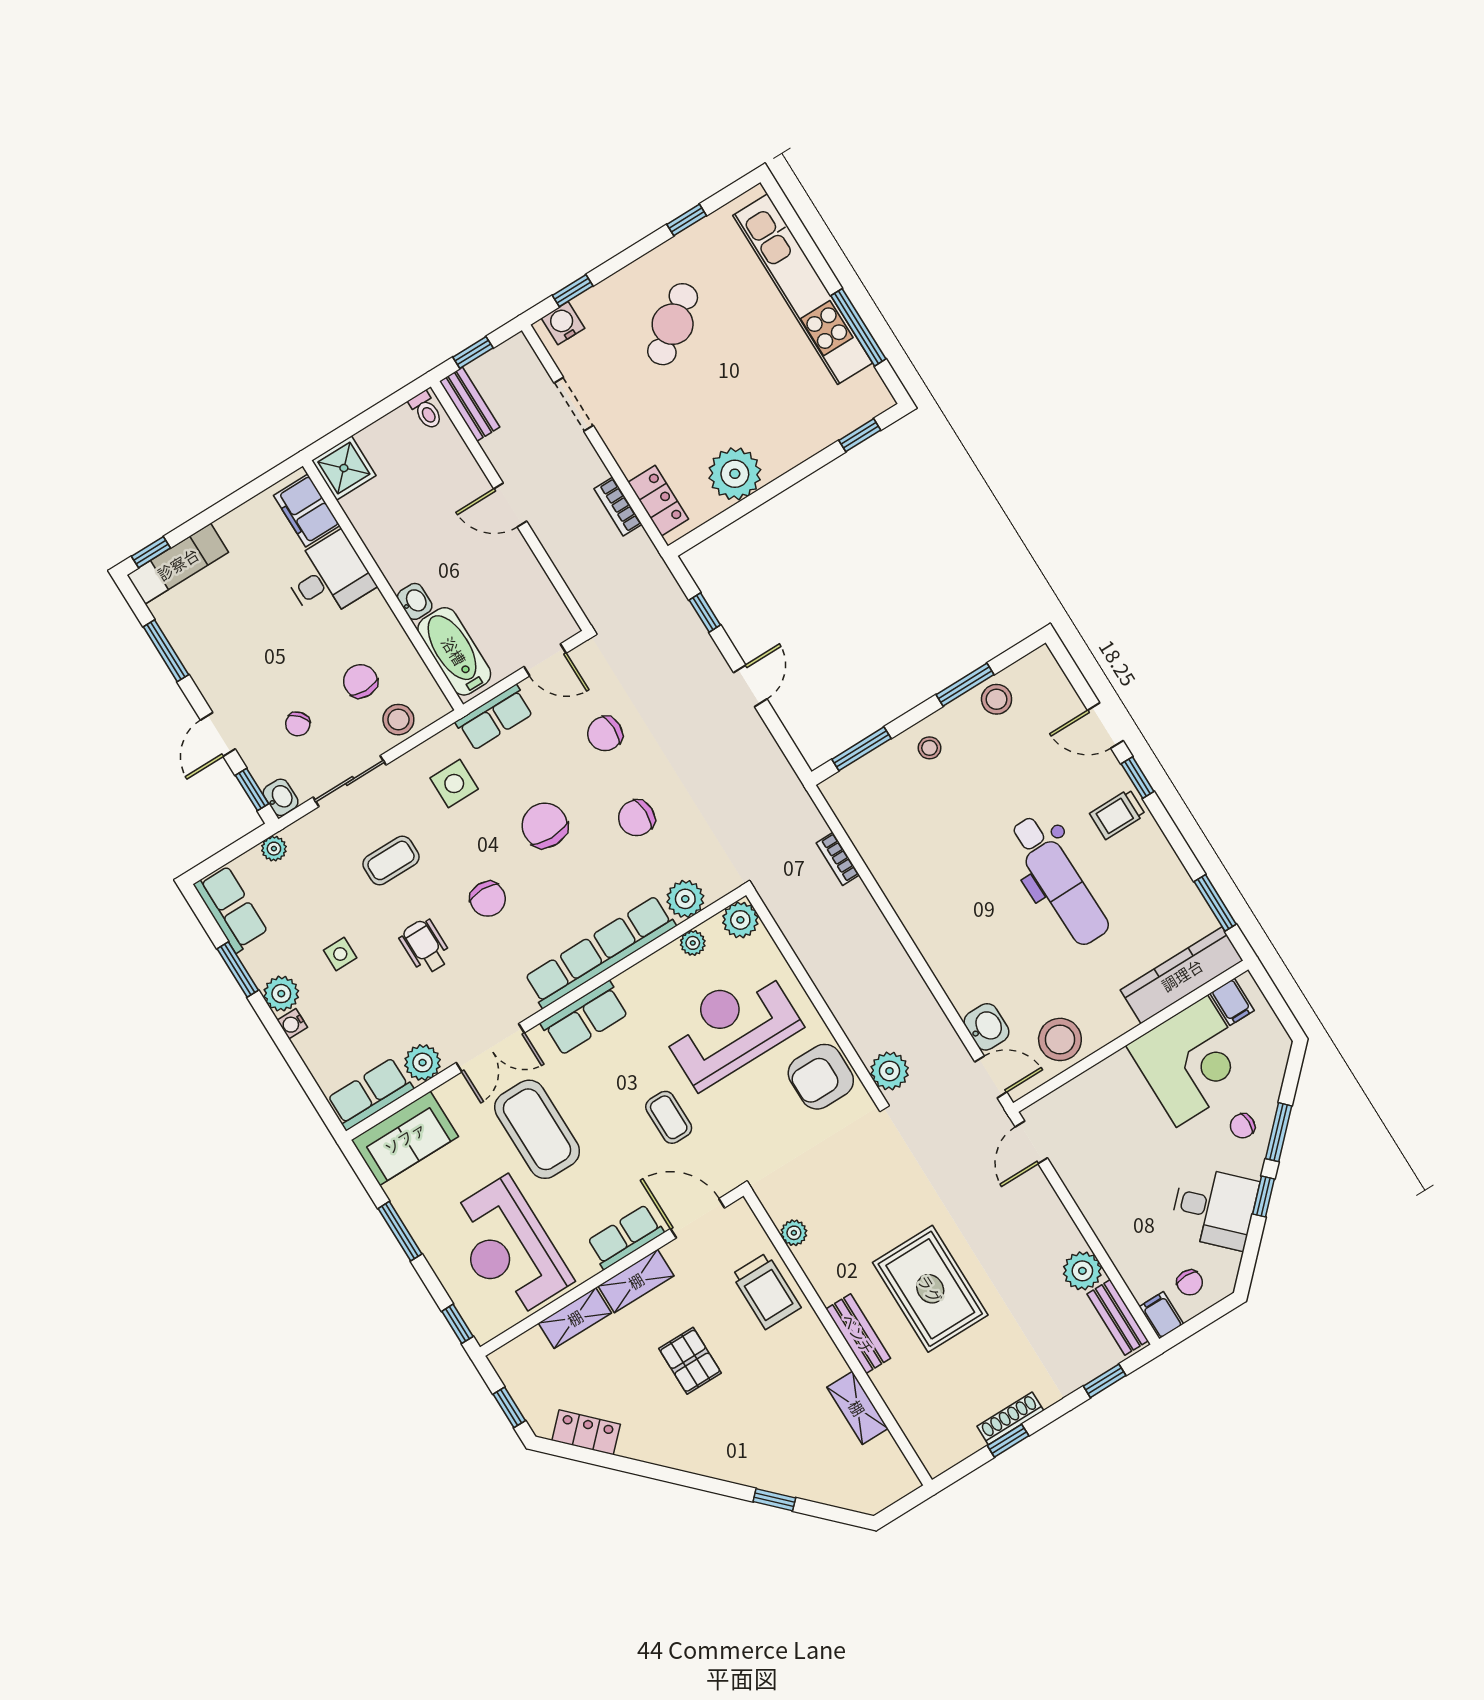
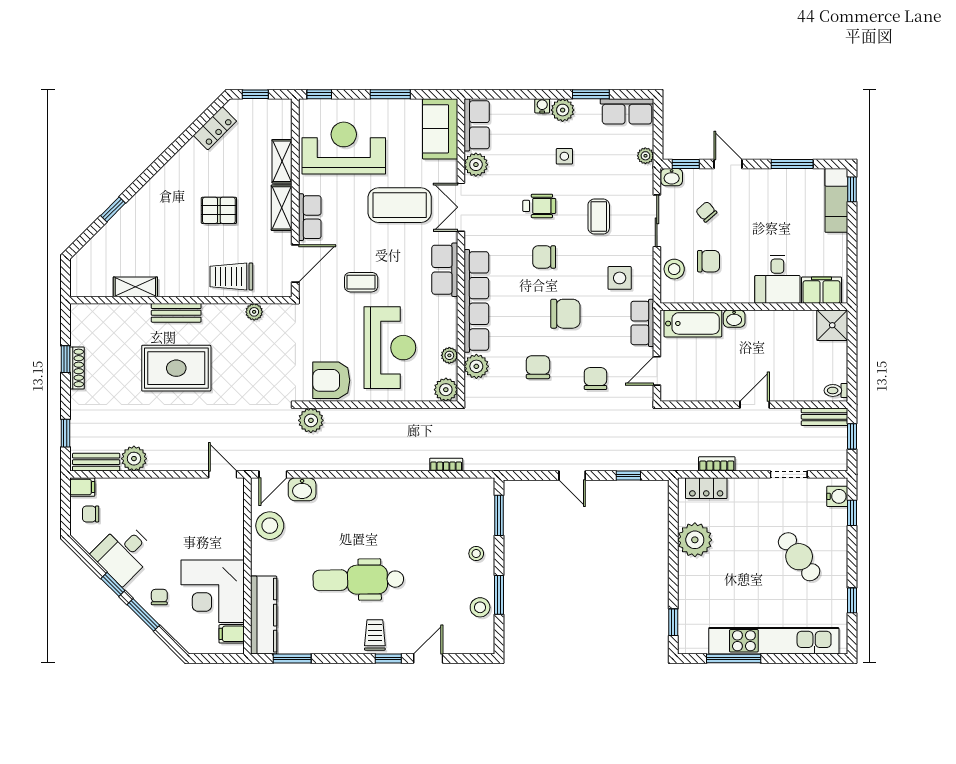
armchair: (821, 1077) -> (331, 380), turned -90

